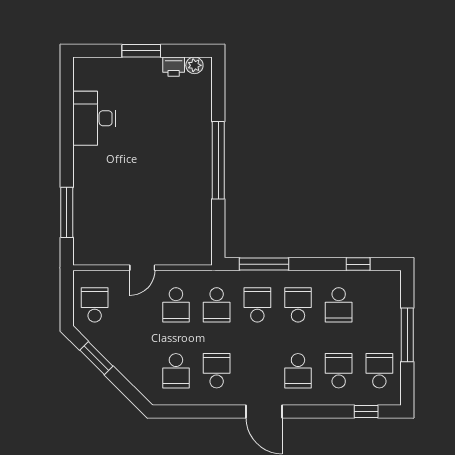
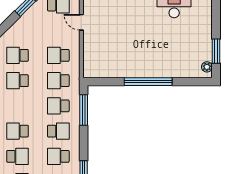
window: (141, 51) -> (216, 51), moved
printer: (174, 67) -> (206, 54), removed
door: (142, 268) -> (81, 22), moved
school desk: (257, 305) -> (58, 106), turned 180
school desk: (217, 371) -> (17, 81), turned 180

